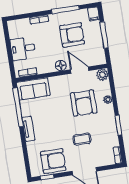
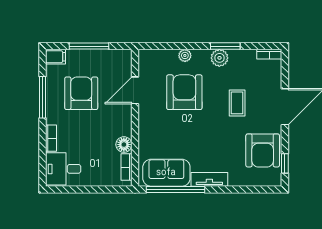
desk: (23, 49) -> (63, 169), moved, turned 90
floor lamp: (61, 66) -> (124, 145), moved
plant: (102, 75) -> (219, 58), moved
sofa: (33, 89) -> (166, 173), moved, turned -90
armchair: (84, 103) -> (184, 92), turned -90
armchair: (53, 161) -> (263, 150), turned 180

